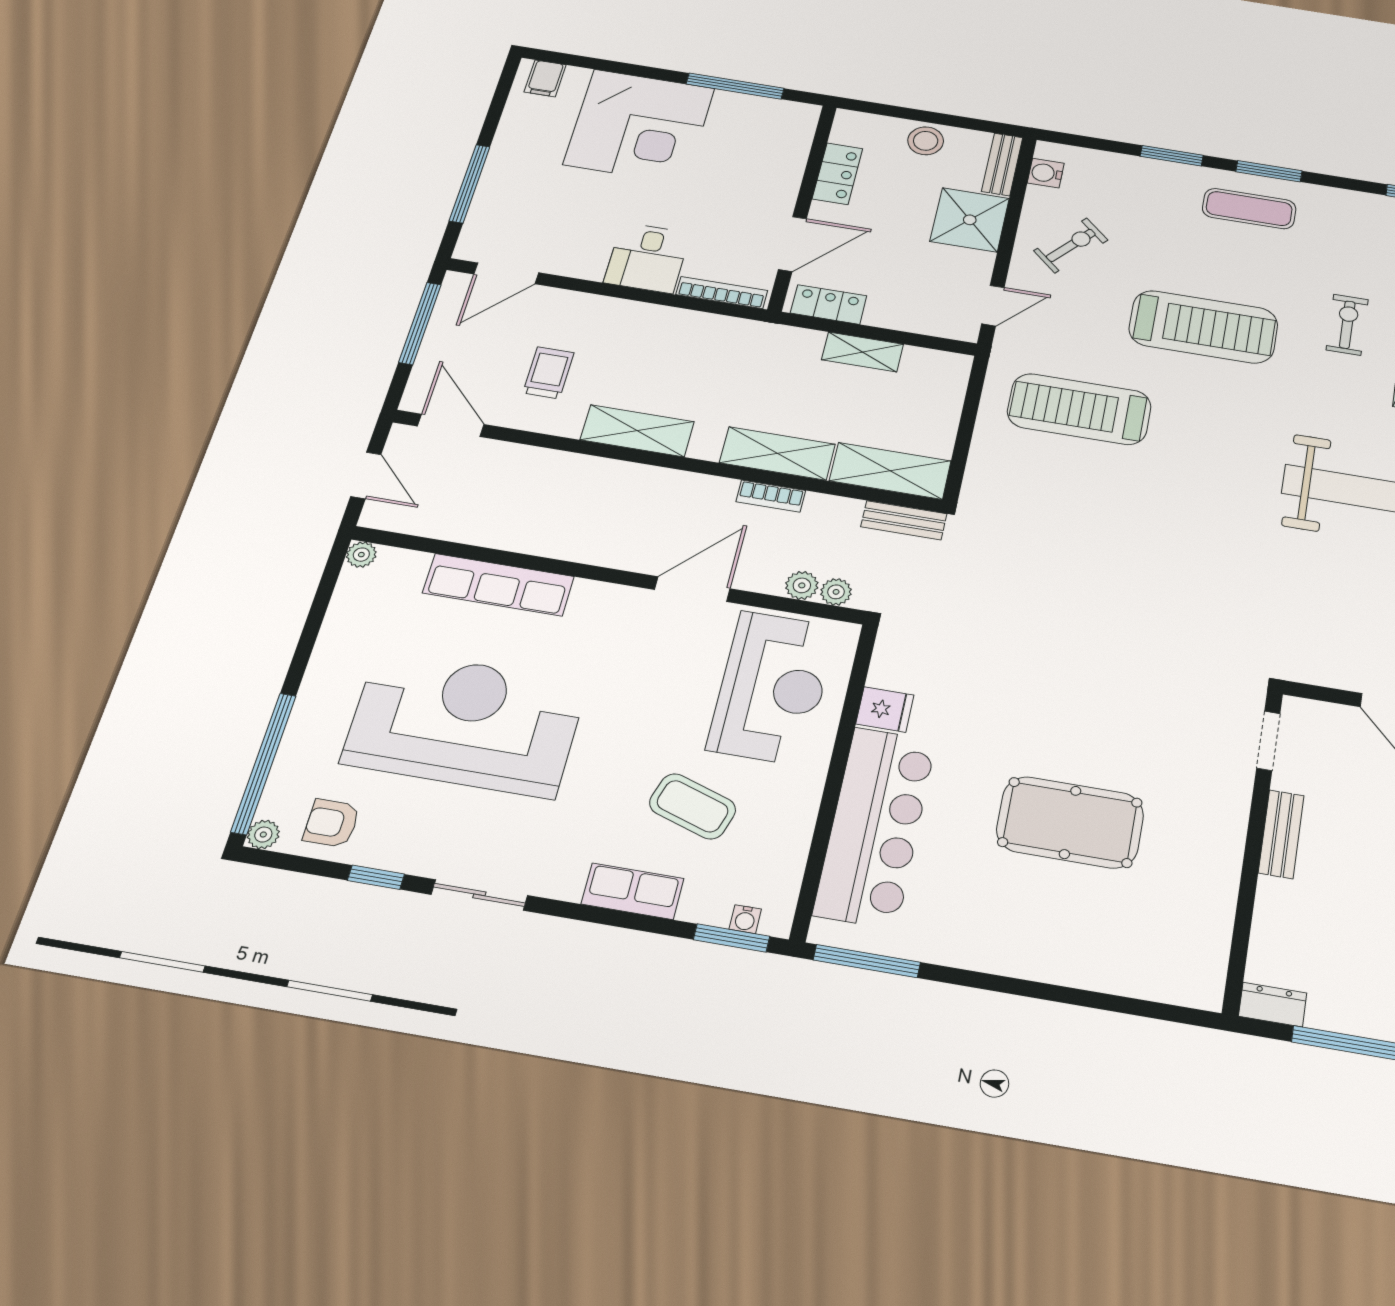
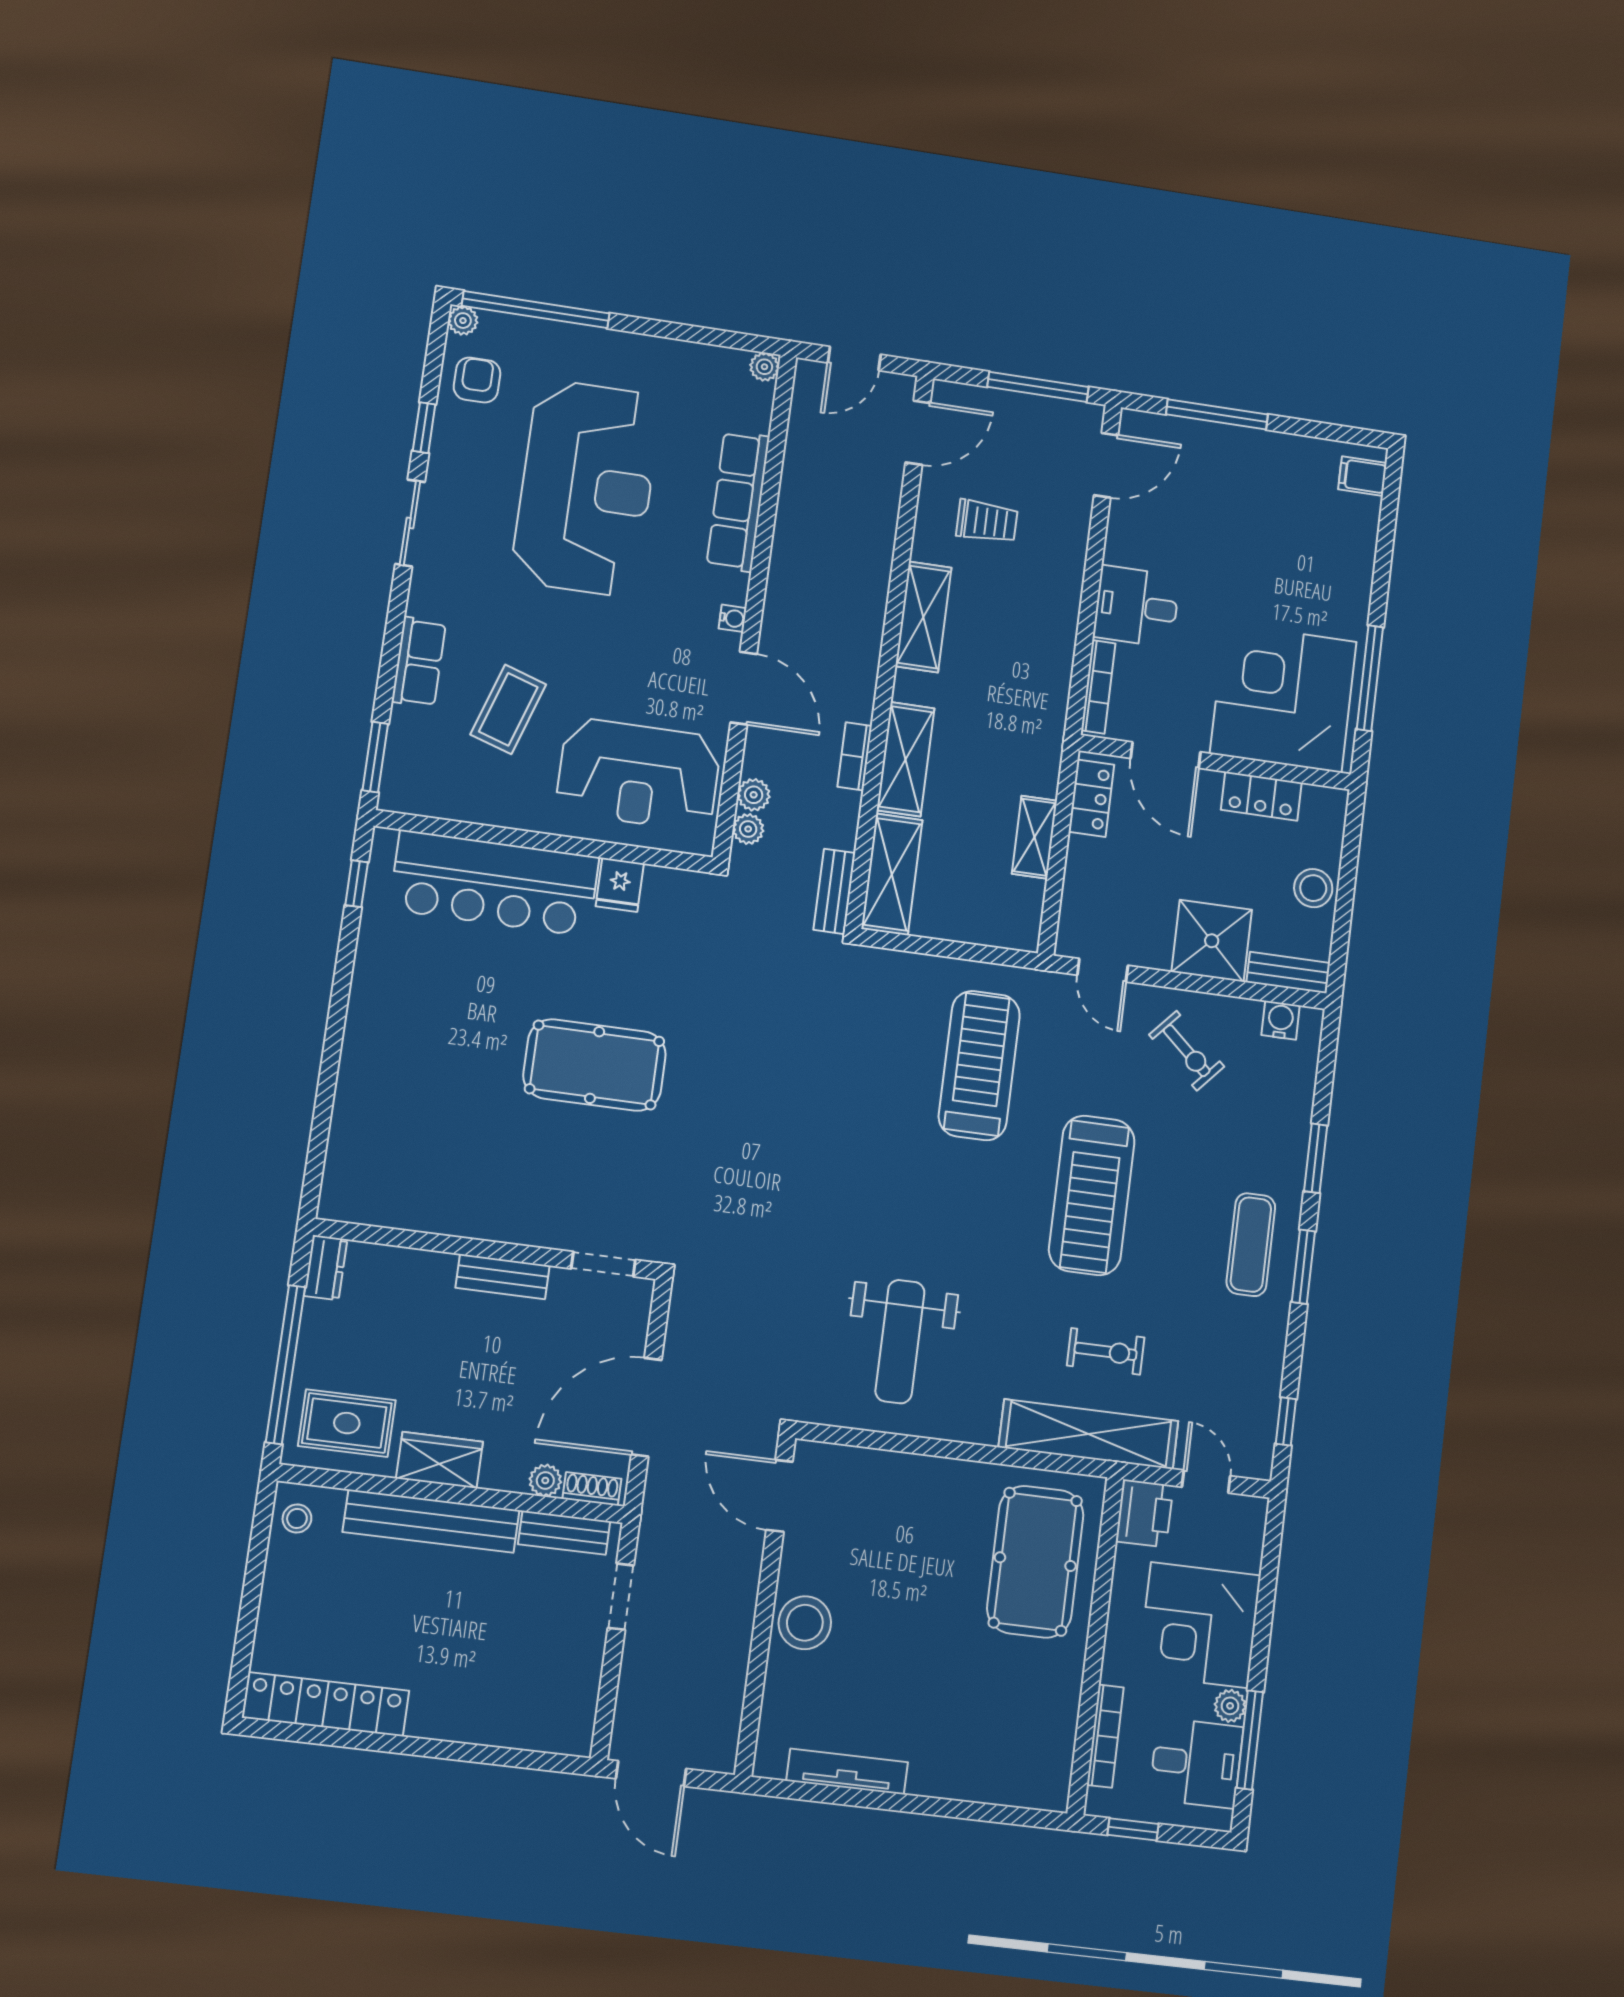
corner desk: (639, 126) -> (1283, 698), moved, turned 90
door: (506, 273) -> (1106, 465), swing flipped
pool table: (1070, 822) -> (595, 1065), moved, turned 90
water cooler: (745, 919) -> (733, 618), moved, turned 180
window: (867, 961) -> (357, 884), width x0.46

